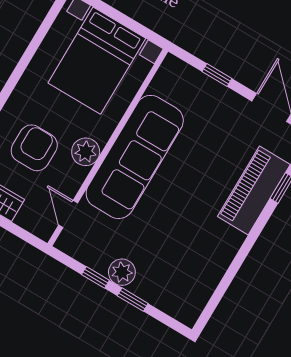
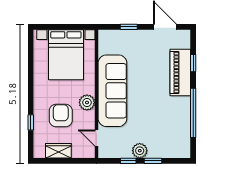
window: (237, 263) -> (193, 113), added

